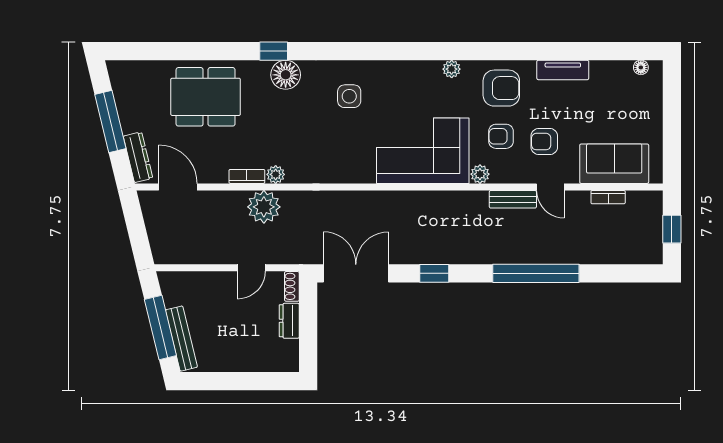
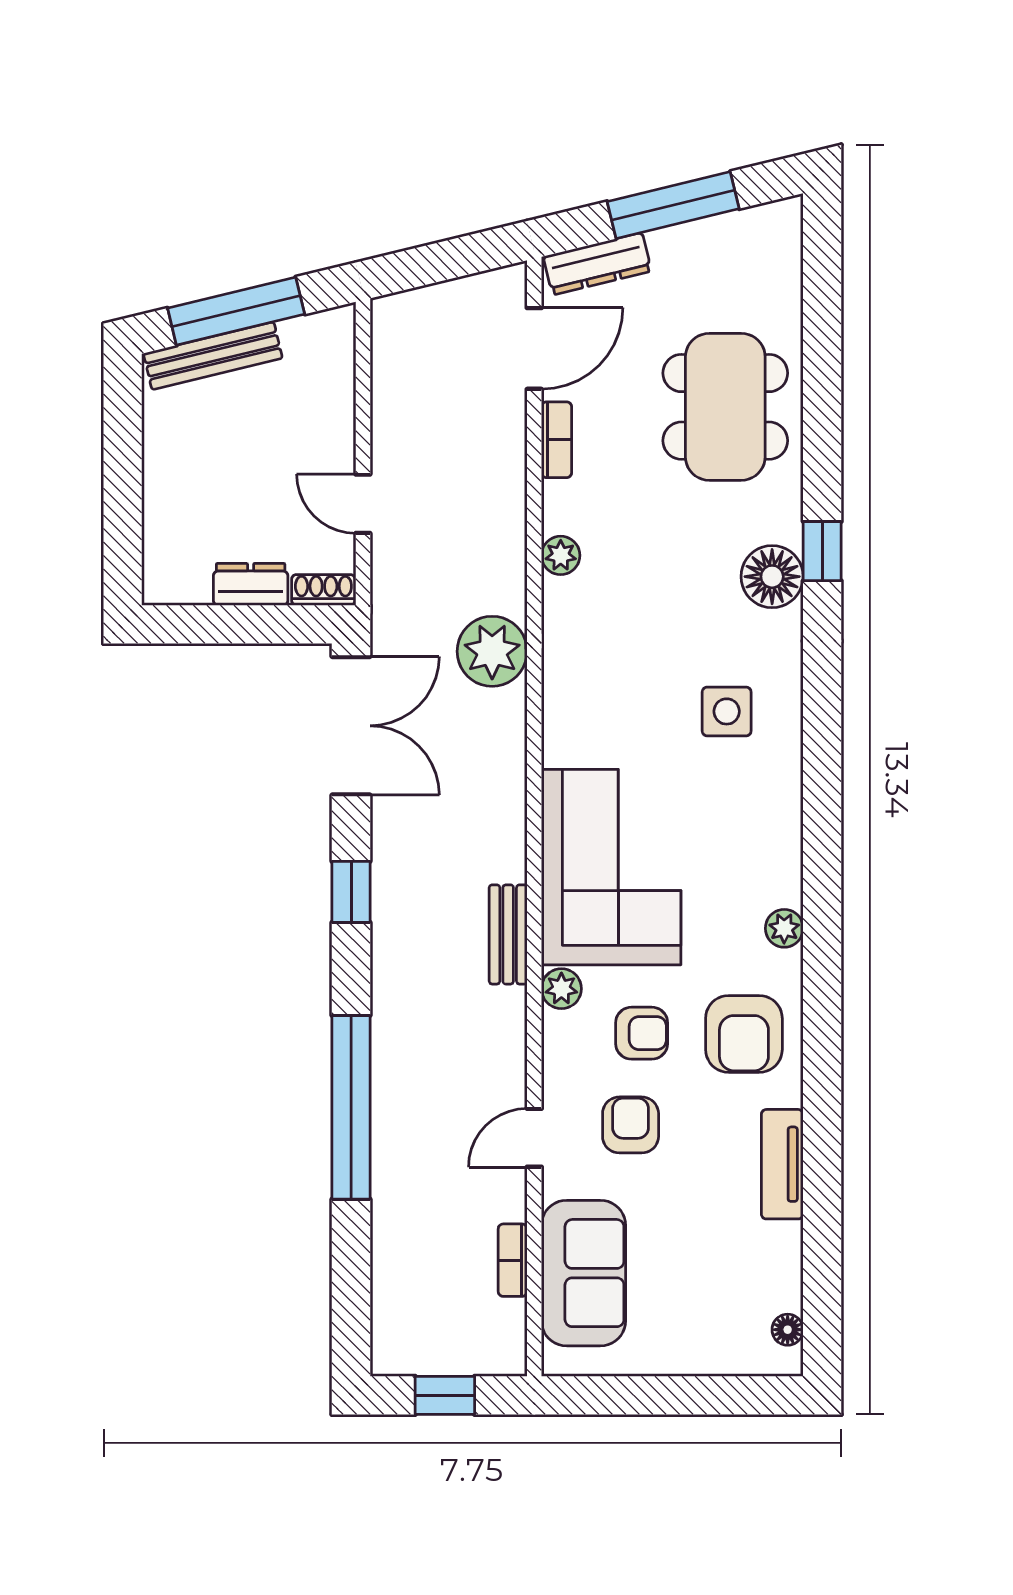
armchair: (501, 136) -> (642, 1033), turned 90
bookcase: (247, 176) -> (557, 440), moved
bench: (513, 199) -> (508, 934), moved
plant: (264, 207) -> (492, 651), moved

